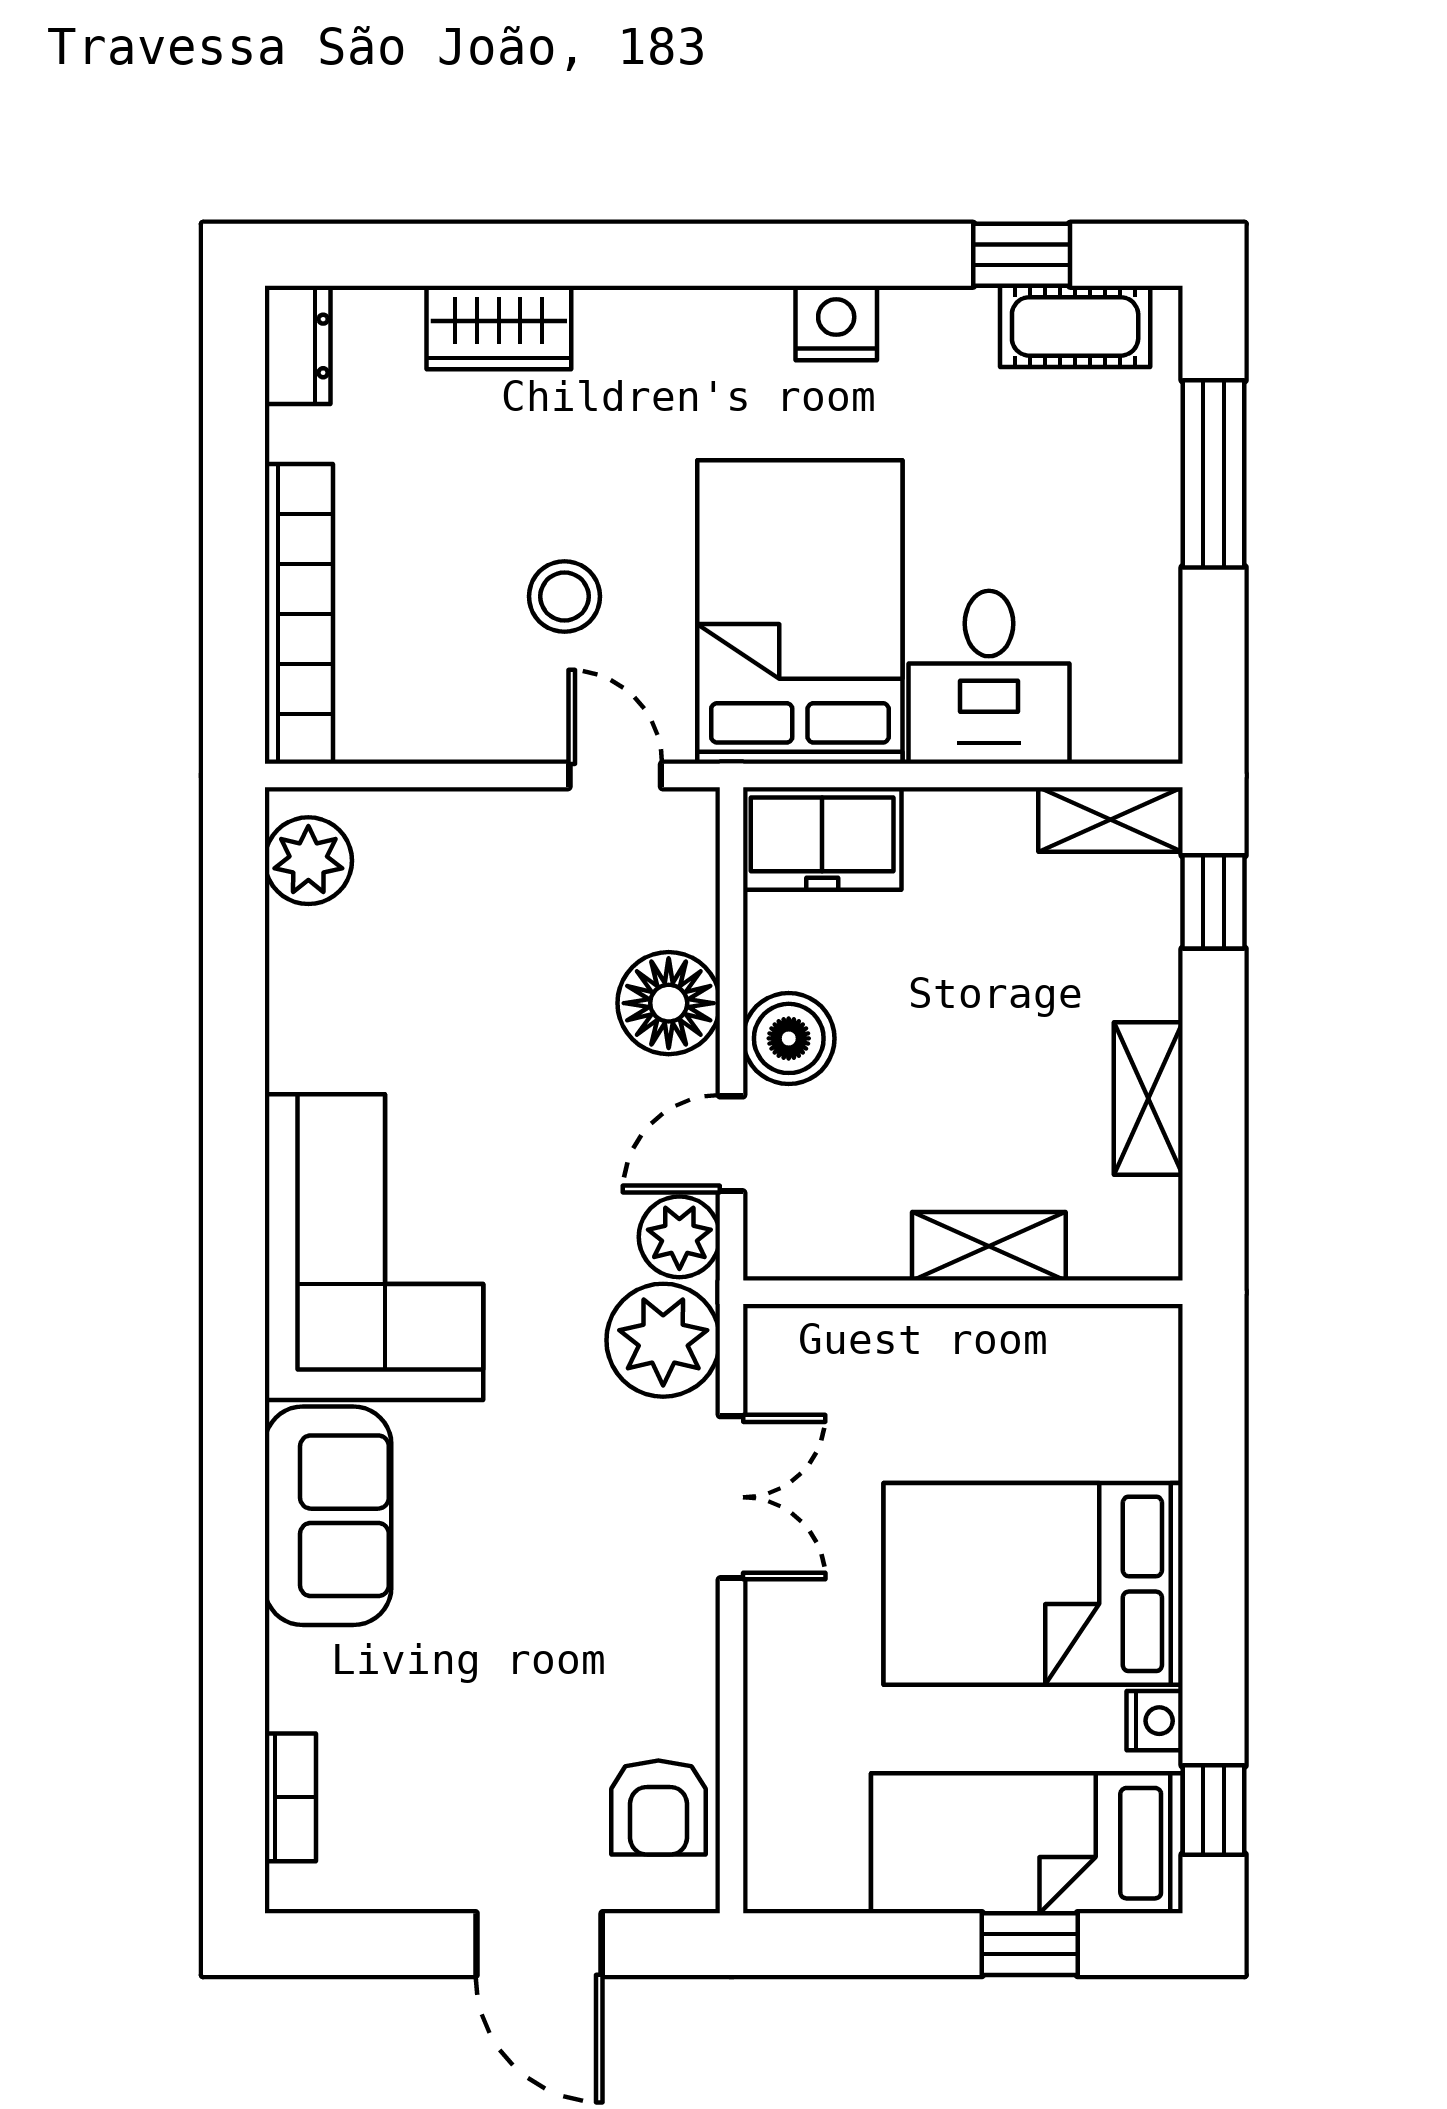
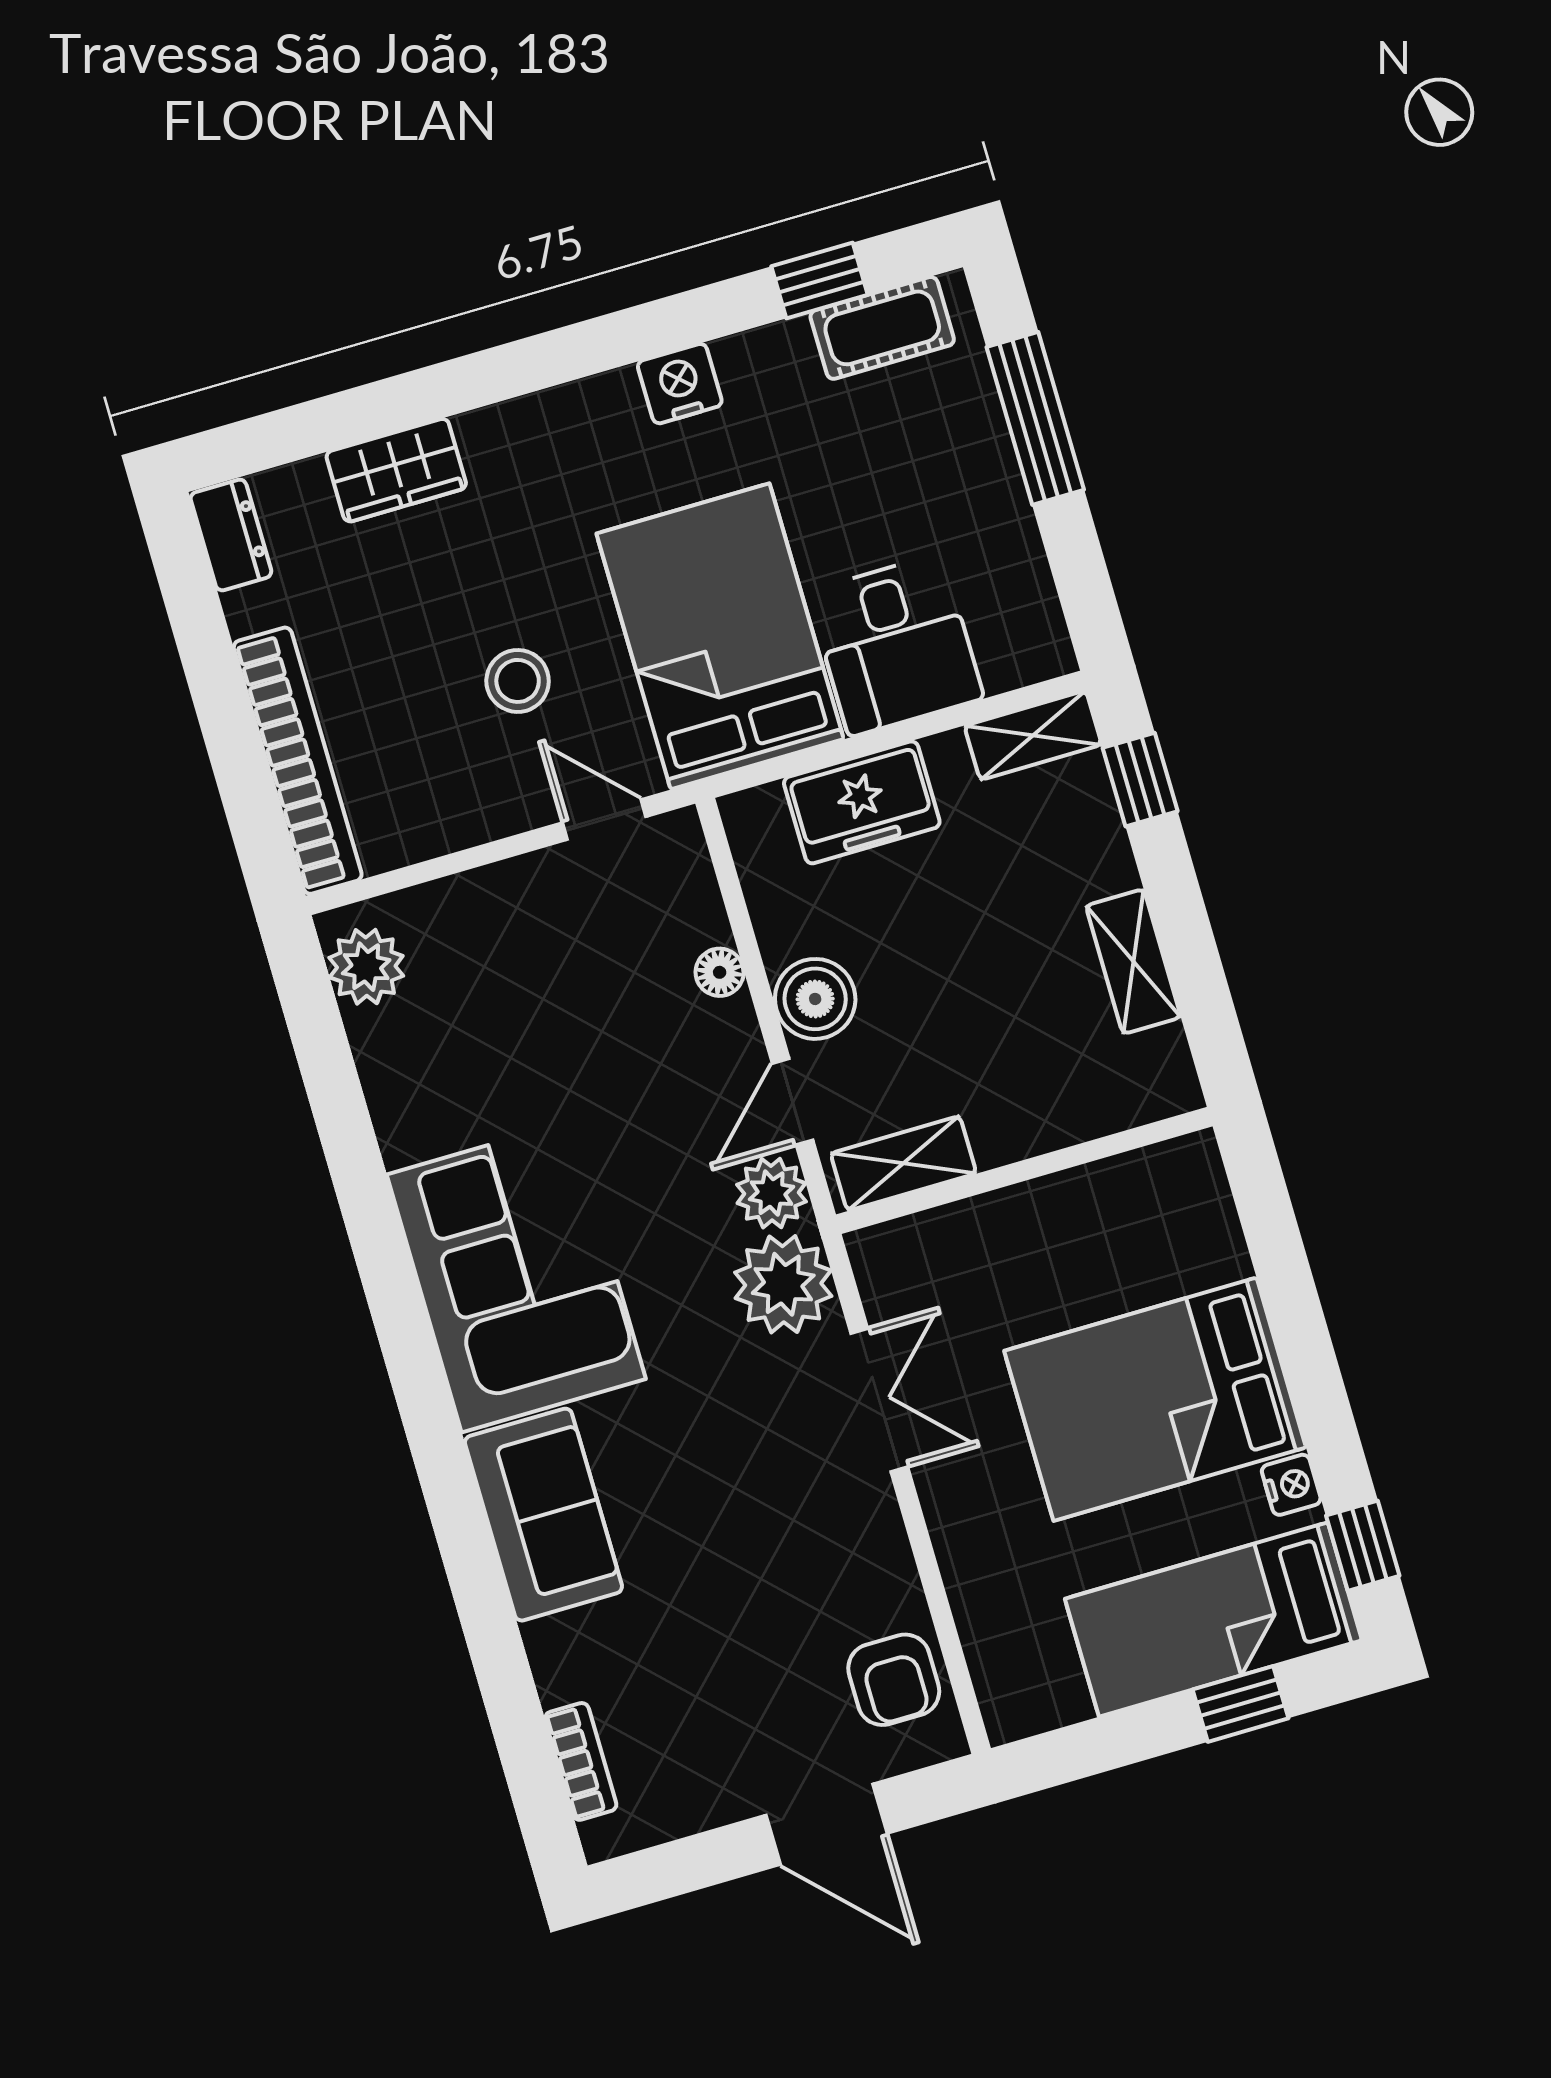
freezer: (822, 838) -> (862, 802), moved
floor lamp: (669, 1003) -> (720, 972), width x0.53, depth x0.53
shelving: (989, 1246) -> (903, 1163), moved

